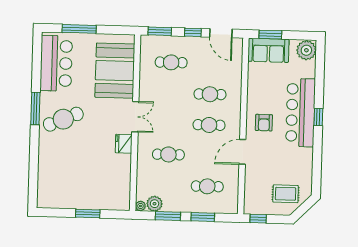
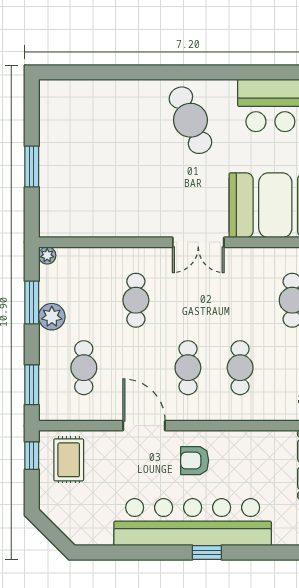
window: (35, 108) -> (207, 72), removed
bar counter: (301, 113) -> (193, 522), width x1.36
fridge: (124, 144) -> (152, 224), removed
rug: (286, 194) -> (69, 460), moved
plant: (154, 204) -> (52, 317), moved
window: (203, 217) -> (32, 385), moved

